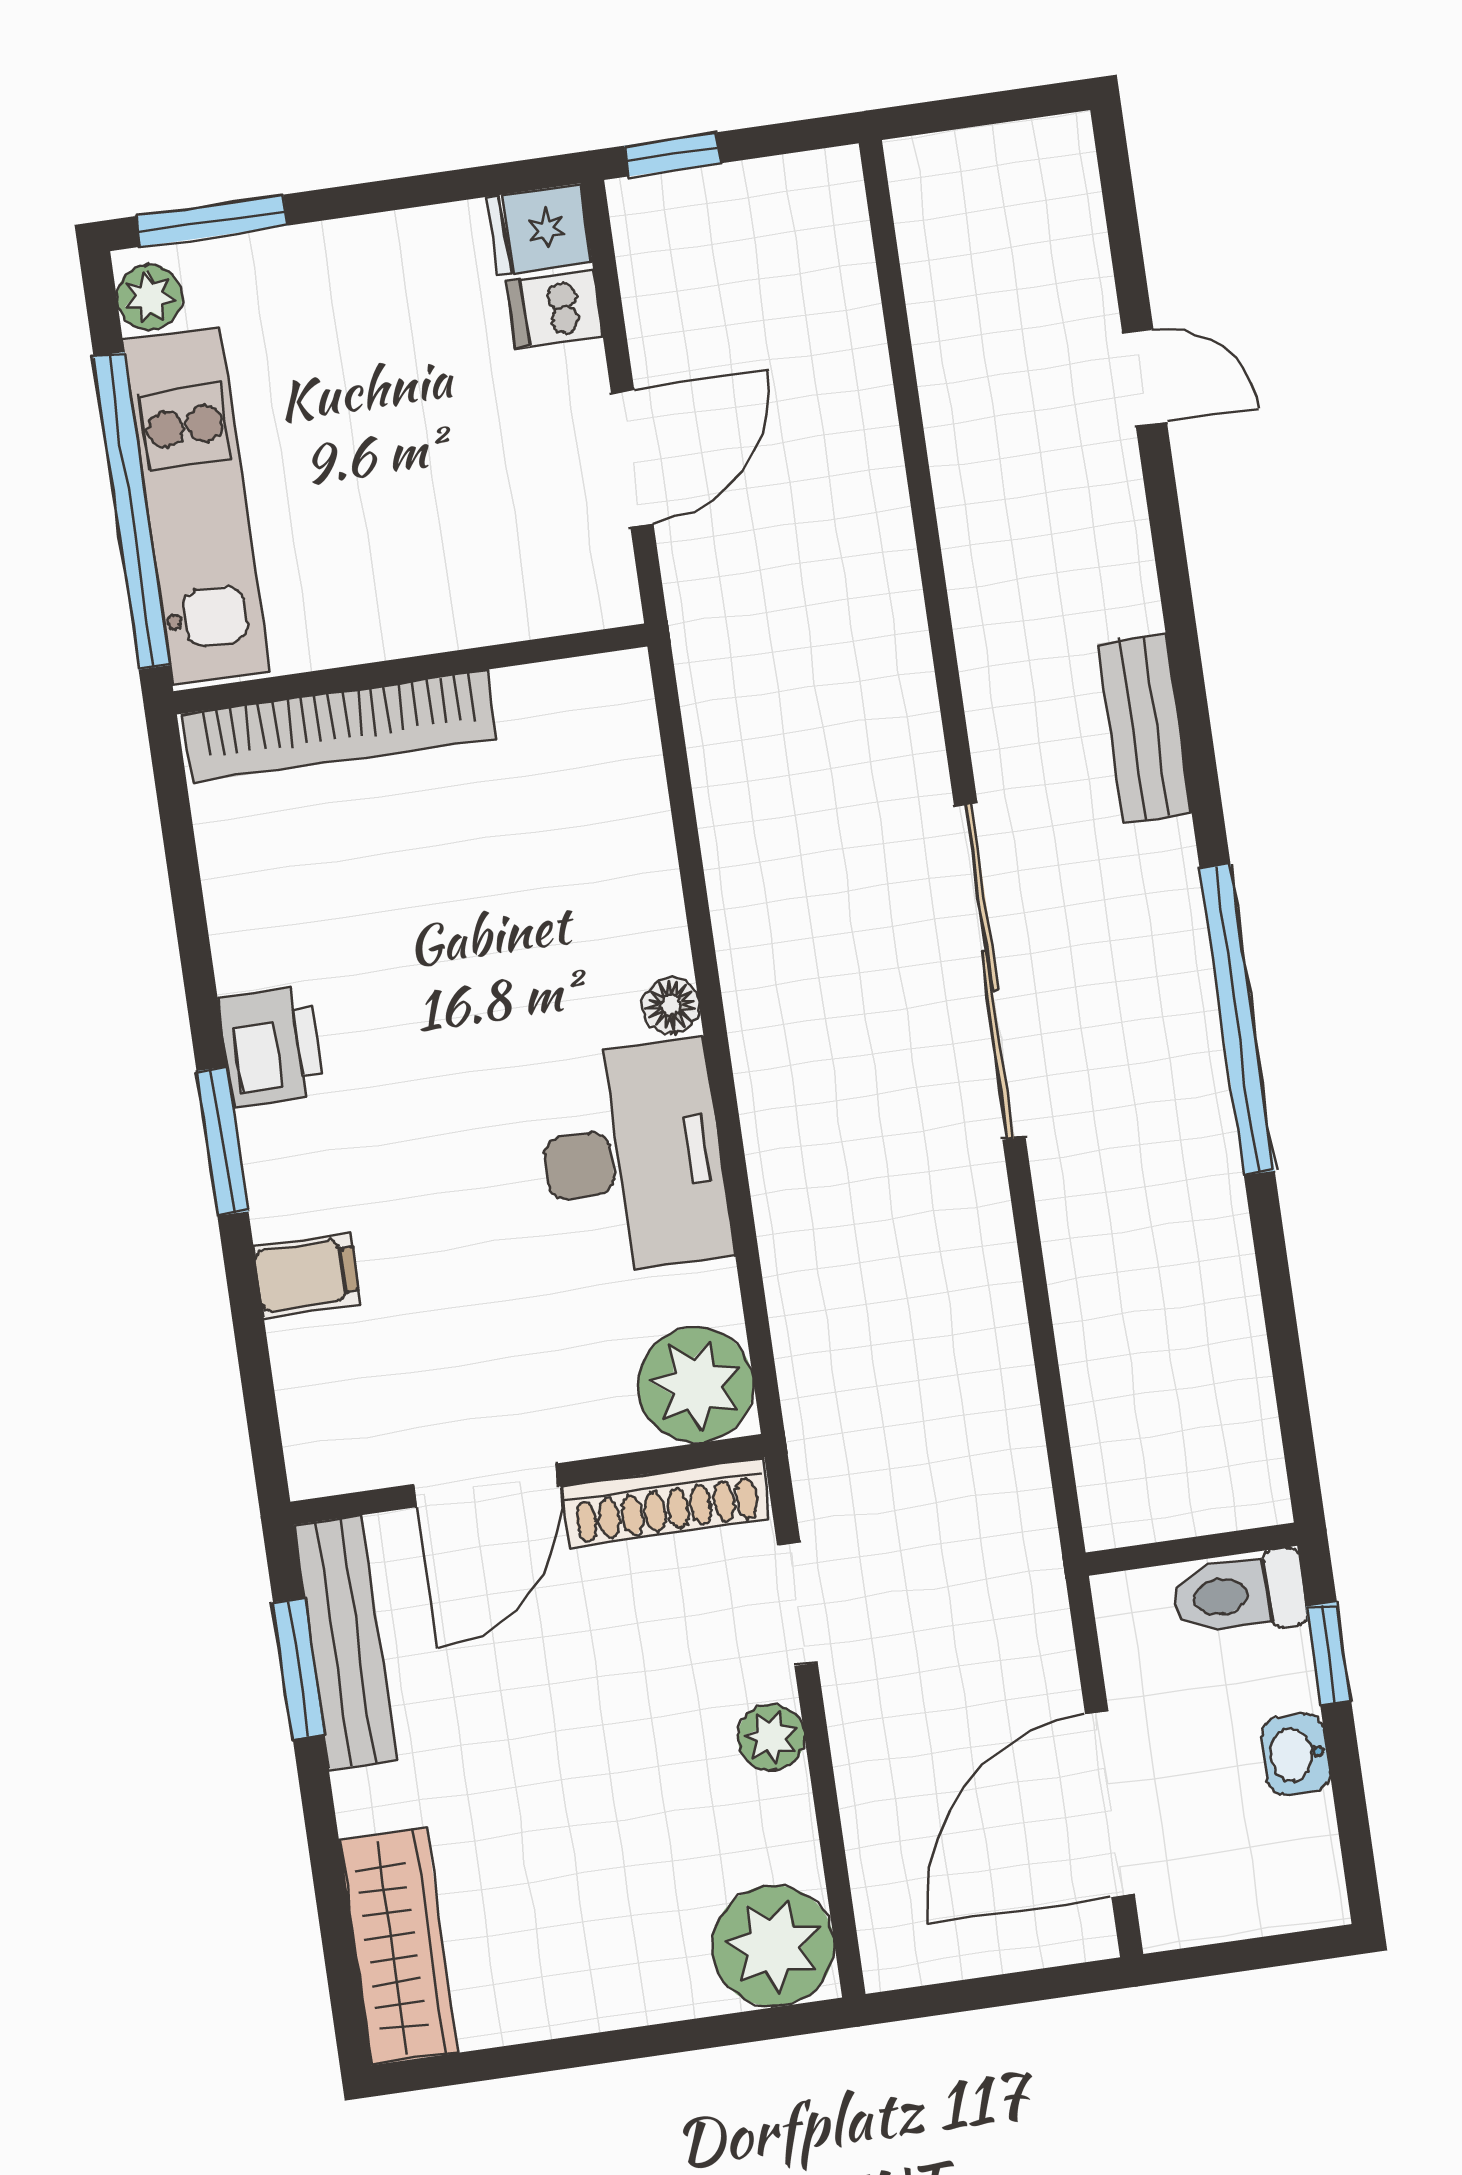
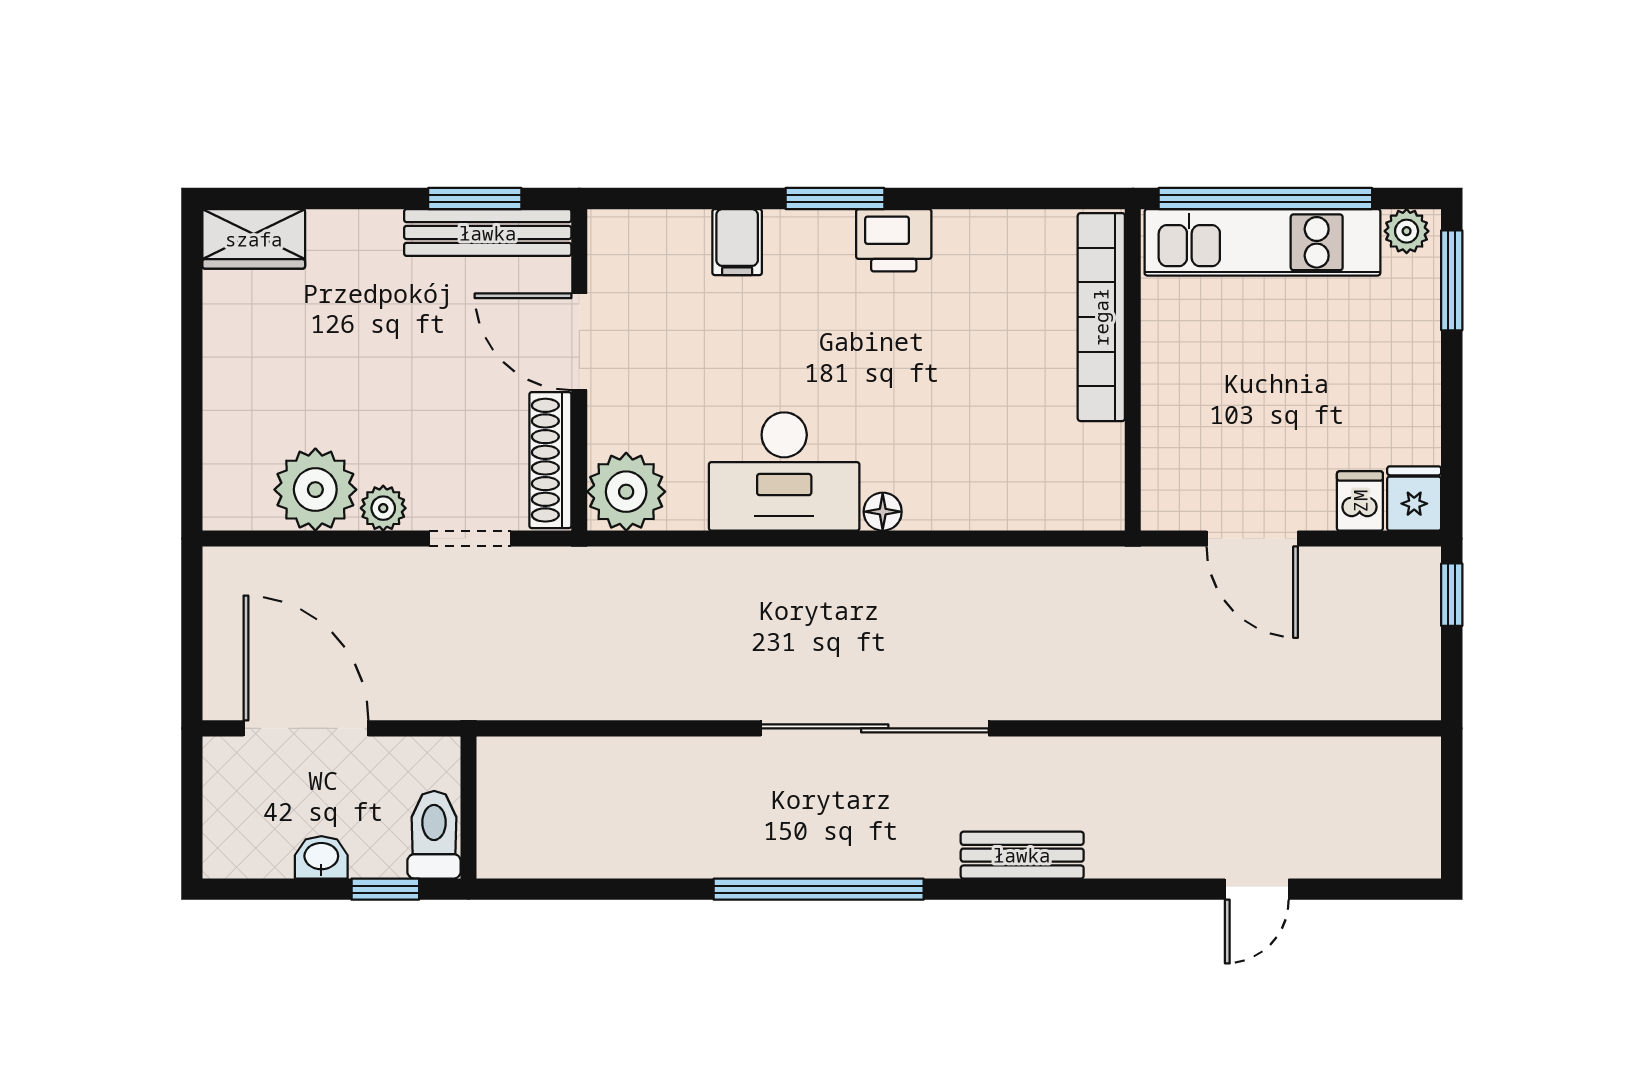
wardrobe: (399, 1946) -> (254, 239), width x0.67
plant: (773, 1946) -> (315, 490), moved

